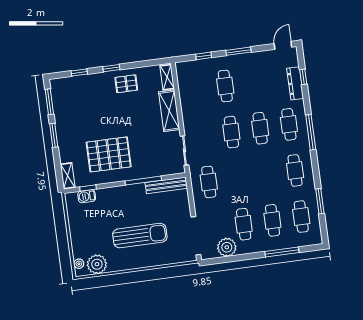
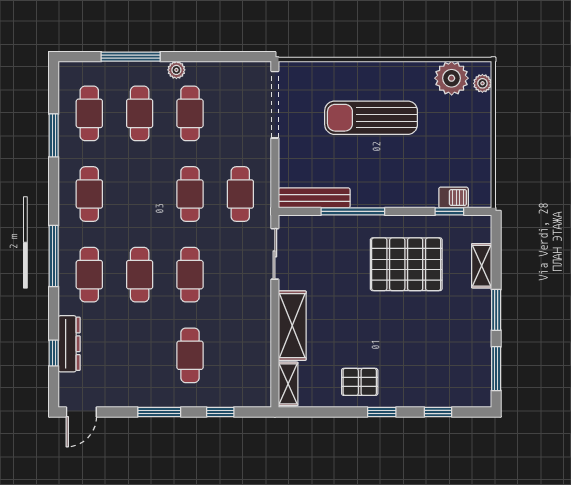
shelving: (68, 176) -> (482, 266), moved
cafe table: (238, 178) -> (190, 194), added
plant: (227, 247) -> (176, 70), moved, width x0.53, depth x0.53

